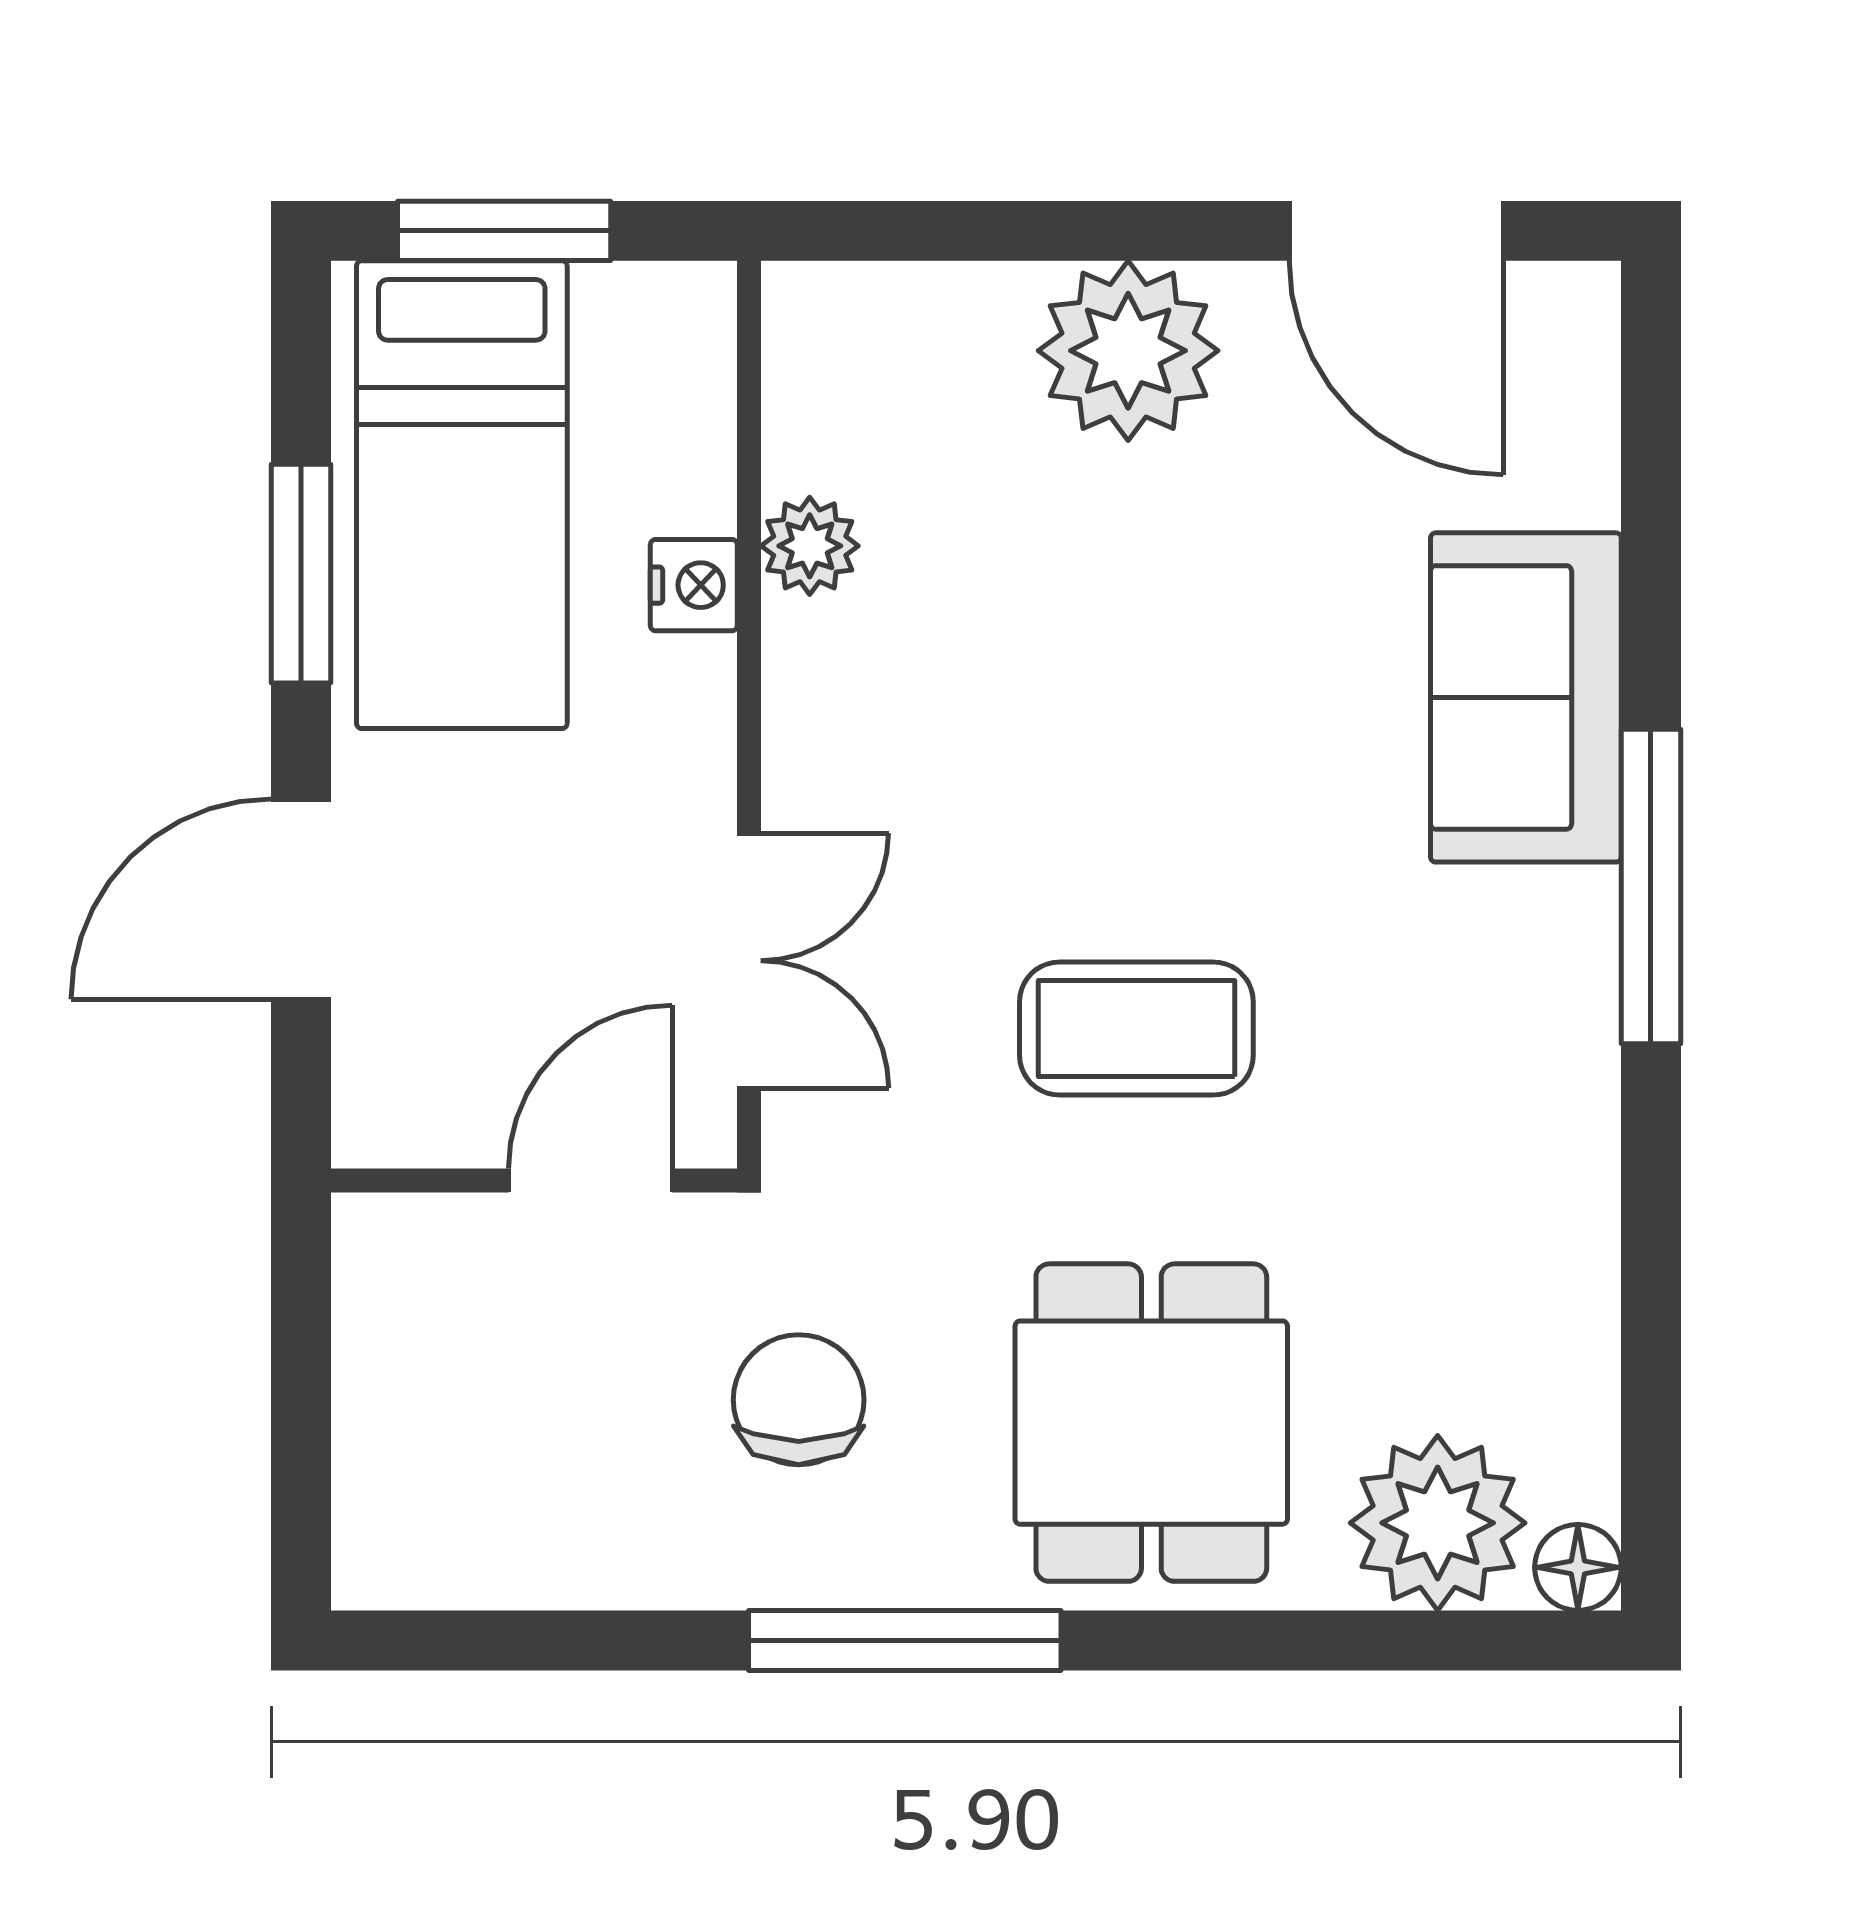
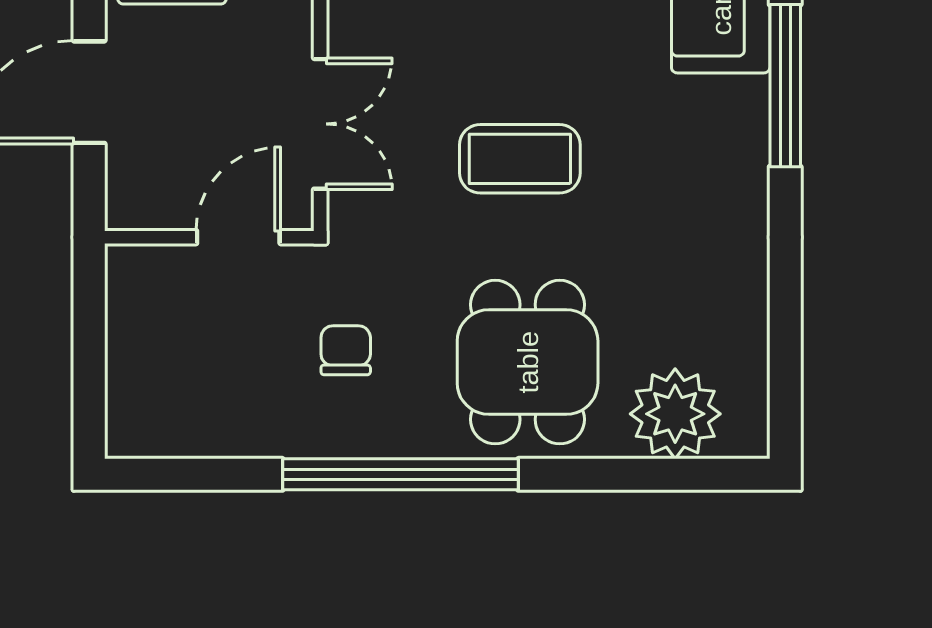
chair: (799, 1400) -> (346, 350), width x0.73, depth x0.73
floor lamp: (1578, 1567) -> (748, 437), removed
window: (905, 1640) -> (400, 474), width x1.46

